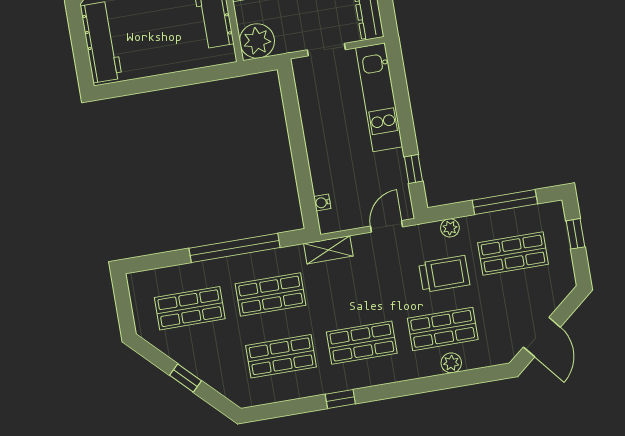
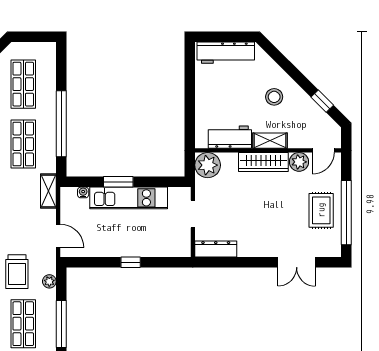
kitchen unit: (379, 97) -> (129, 198), moved, turned 180
window: (300, 158) -> (118, 182), added
window: (413, 169) -> (131, 262), moved

